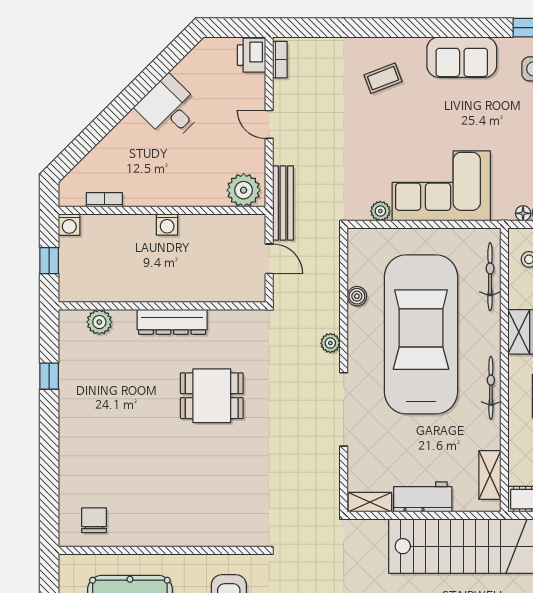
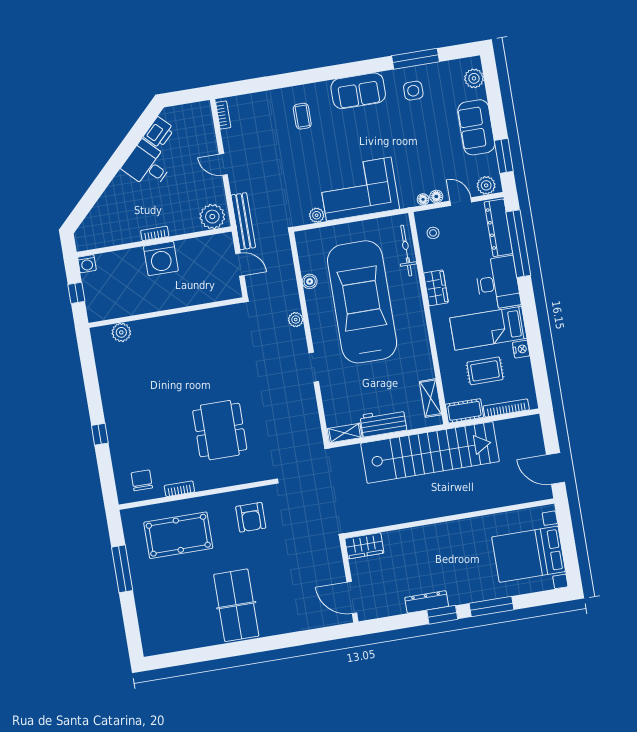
printer: (252, 55) -> (159, 133), moved, turned -135
coffee table: (383, 78) -> (302, 116), turned -69
bookcase: (104, 200) -> (155, 233), moved
washing machine: (167, 225) -> (161, 259), width x1.89, depth x1.89
dresser: (172, 322) -> (175, 323), removed
window: (49, 376) -> (100, 434), moved
bicycle: (491, 388) -> (421, 333), removed
dining table: (212, 396) -> (220, 430), moved, width x1.38
doorway: (344, 409) -> (314, 367), width x0.53
bookcase: (141, 539) -> (179, 489), added

